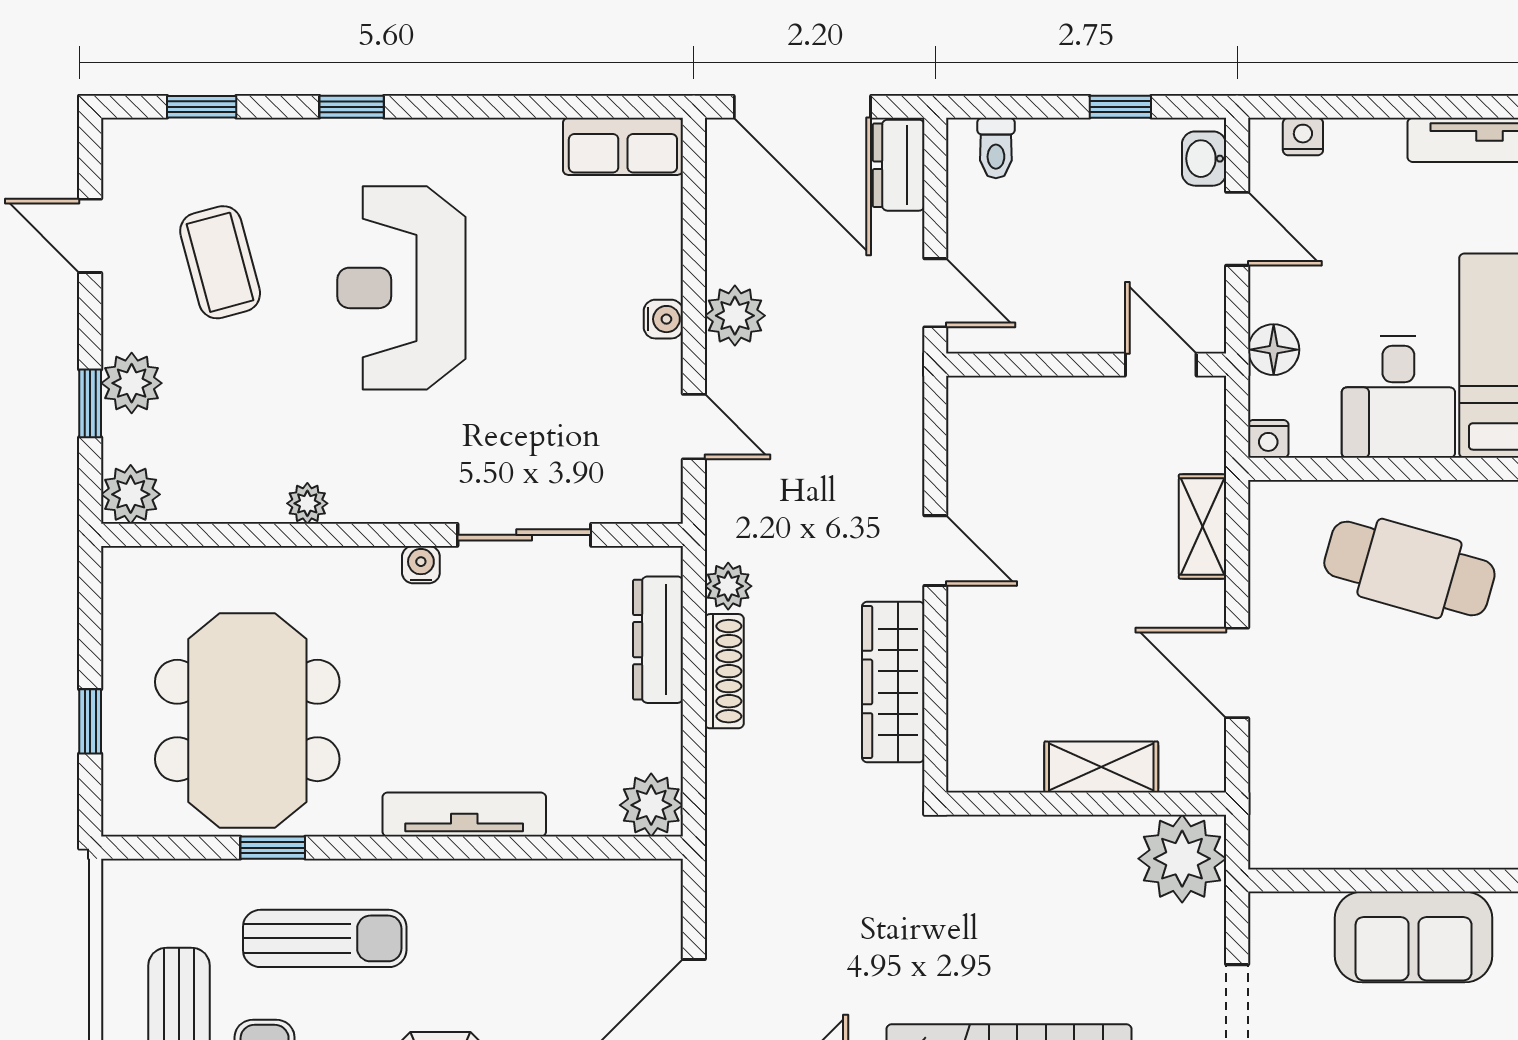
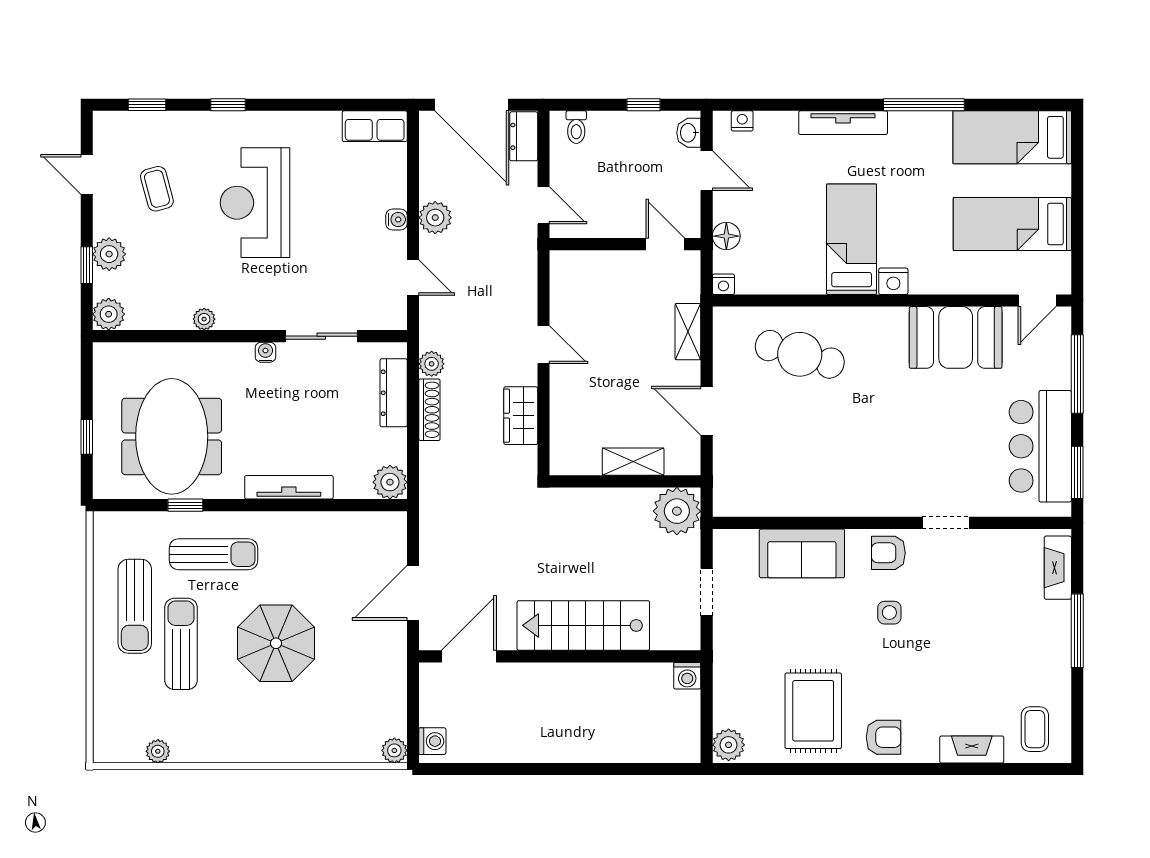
coffee table: (220, 262) -> (157, 189), width x0.73, depth x0.77
desk: (1398, 397) -> (794, 262), removed
wardrobe: (893, 682) -> (521, 416), width x0.67

